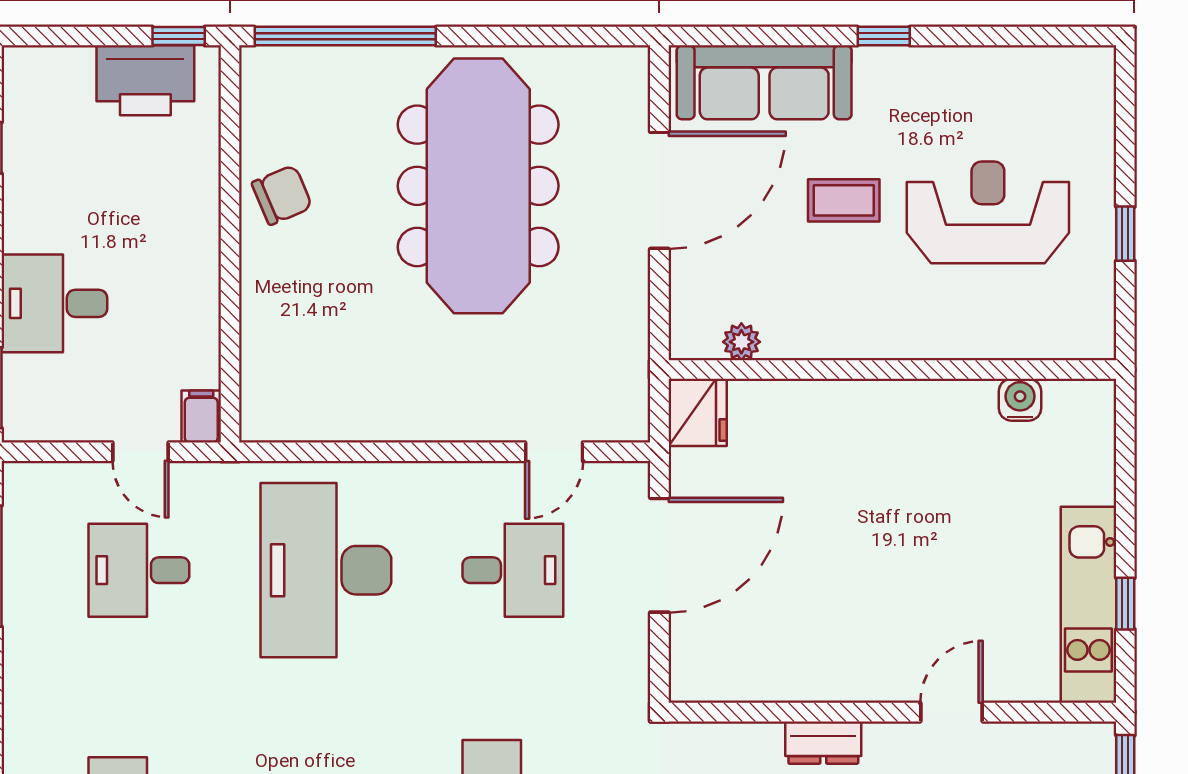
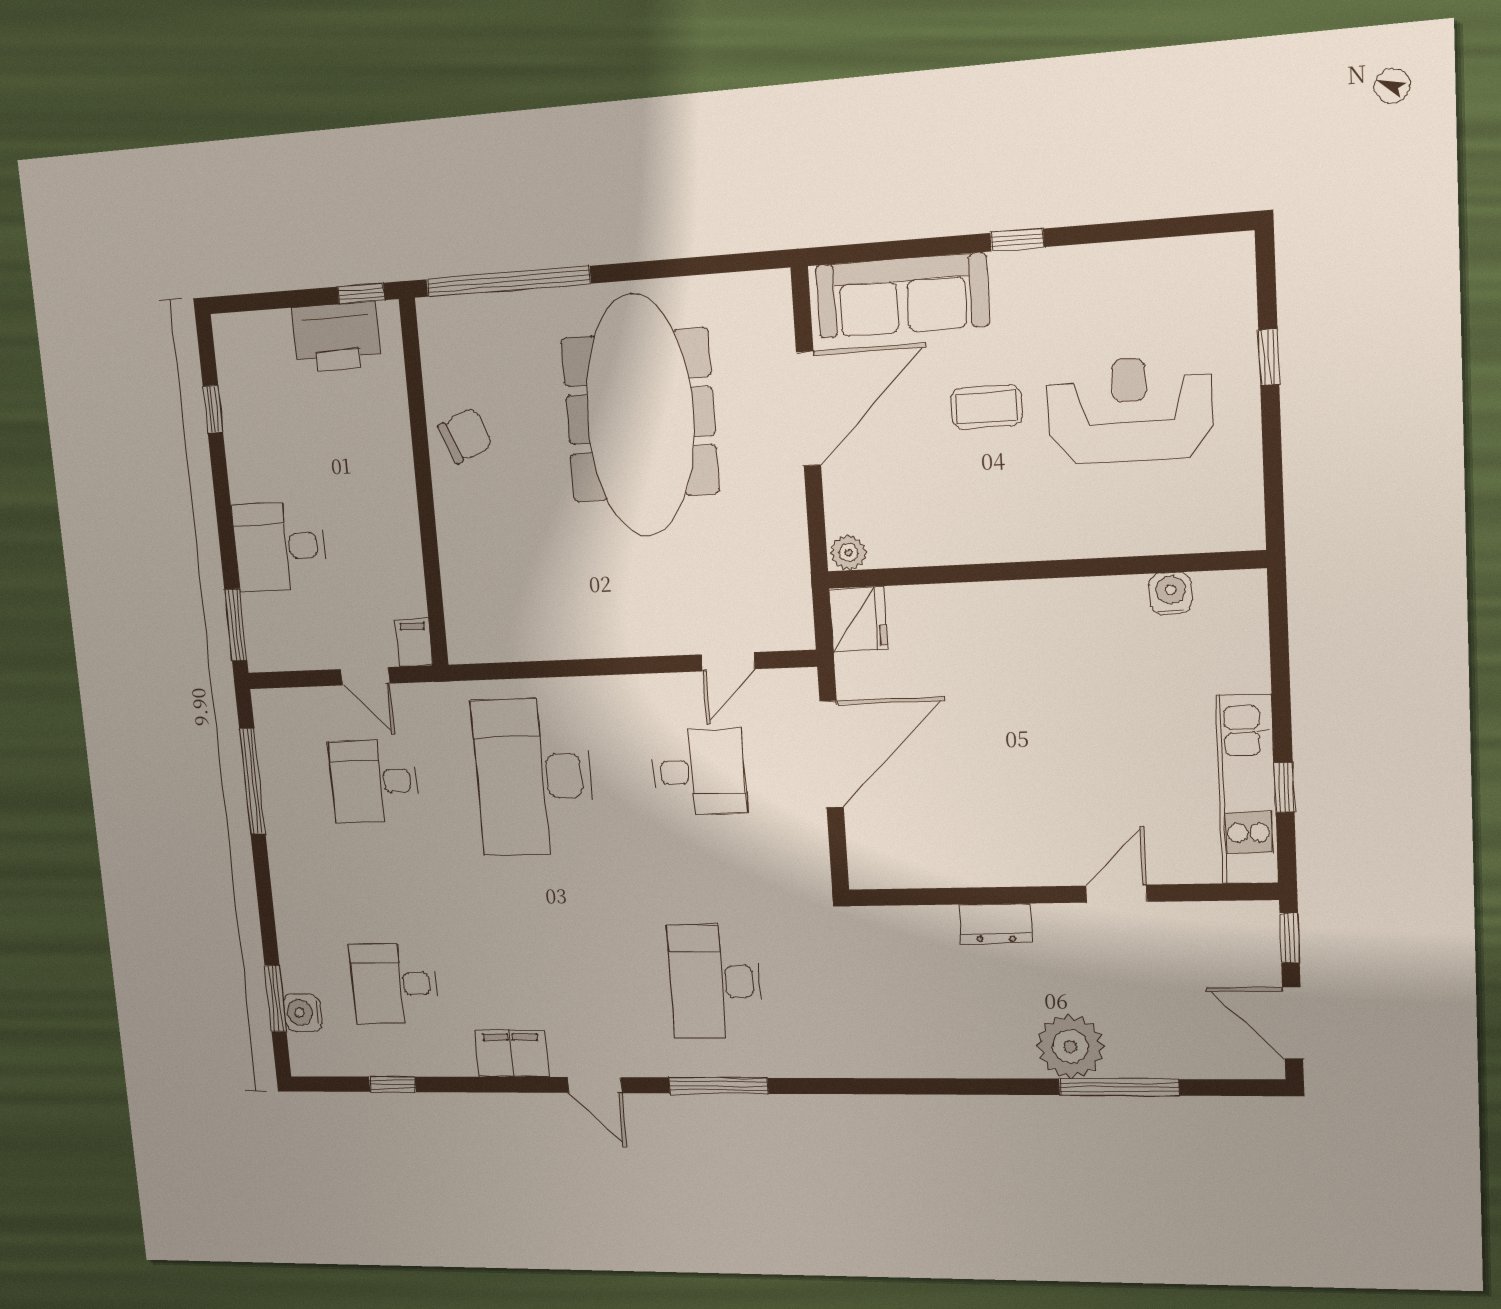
window: (1125, 234) -> (1269, 357), moved
plant: (741, 342) -> (848, 553), moved

